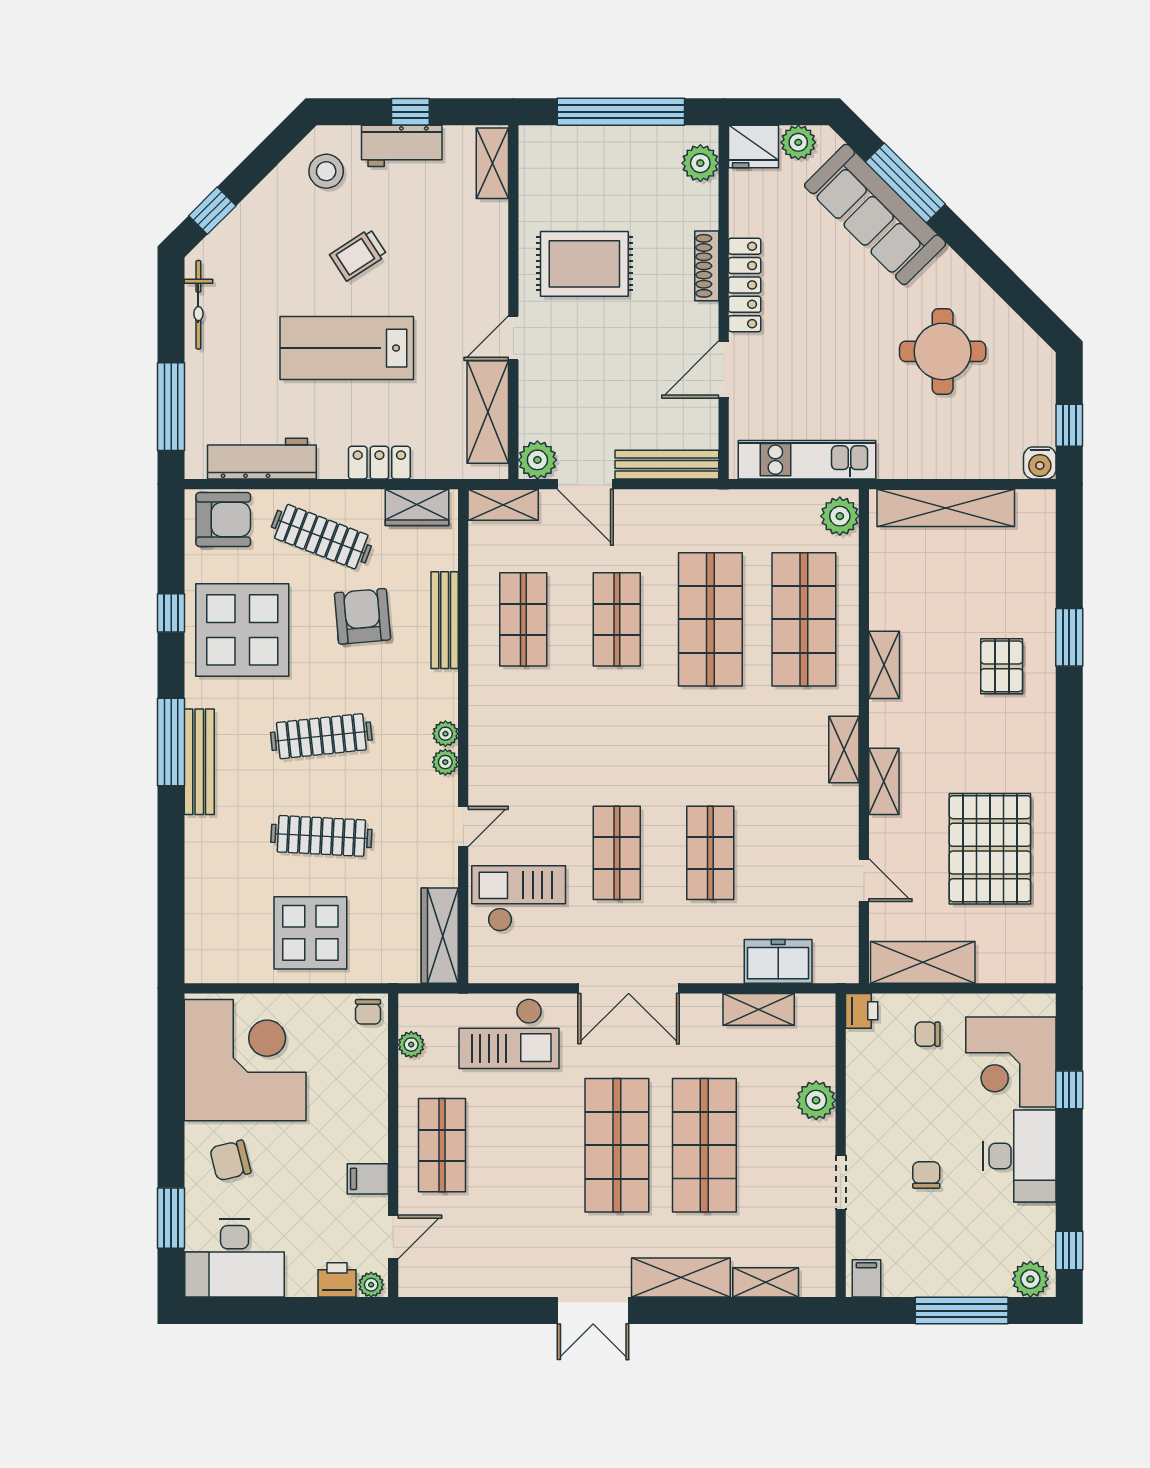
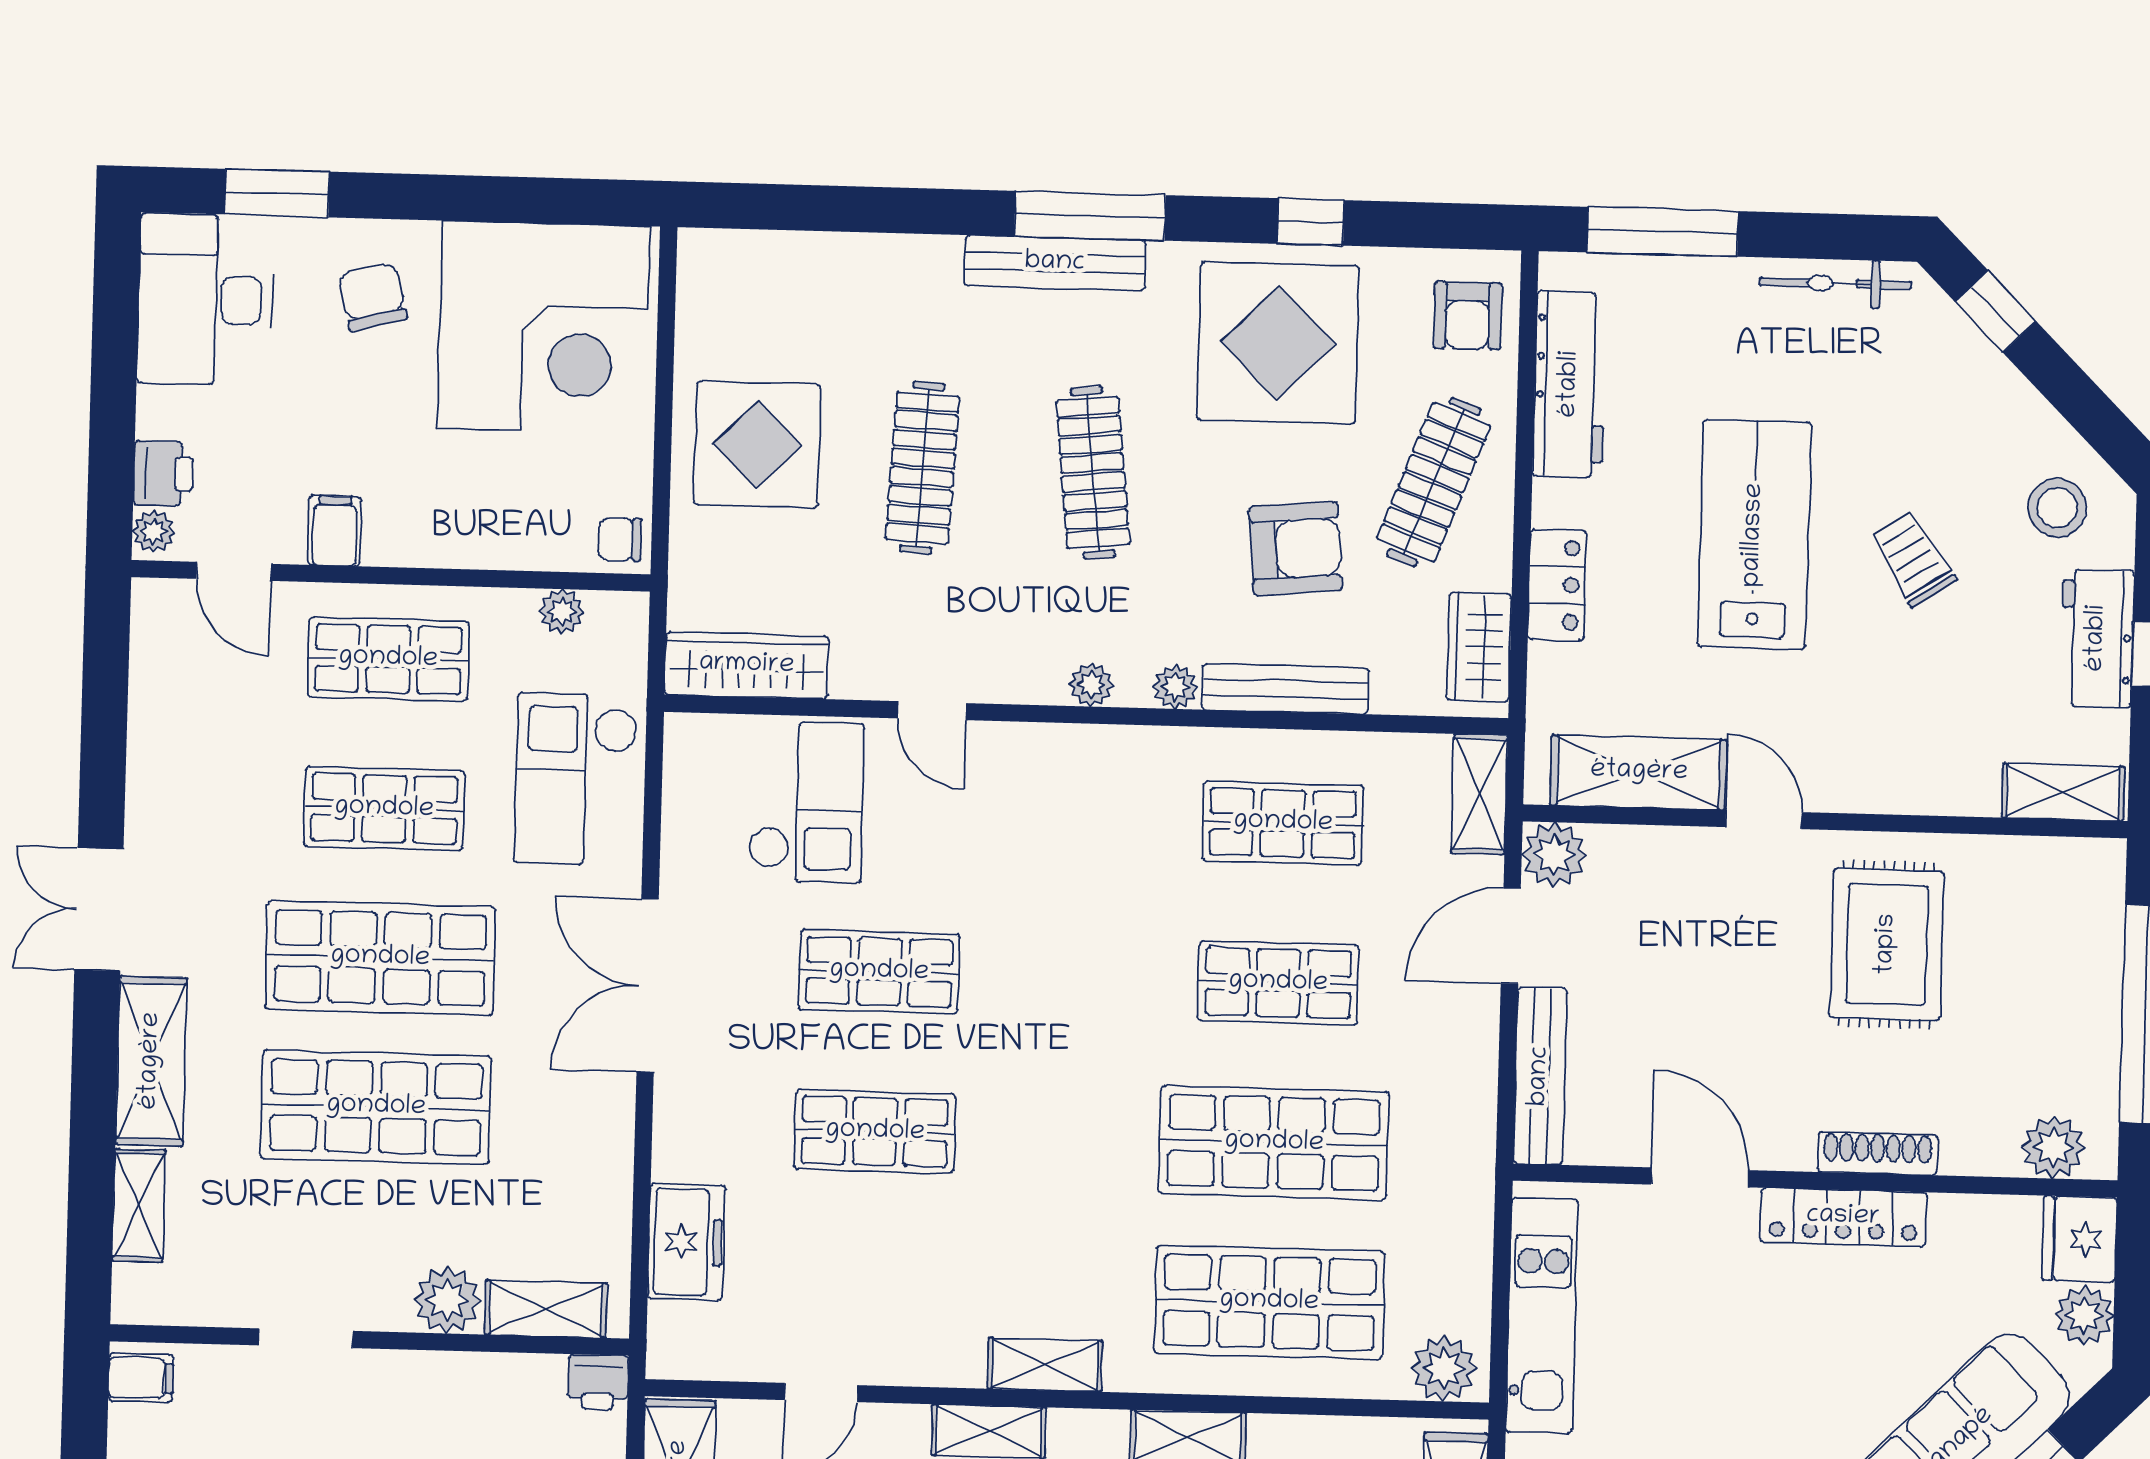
armchair: (223, 520) -> (1468, 315), width x0.72, depth x0.72
plant: (445, 762) -> (1175, 687), moved
shelving: (759, 1009) -> (546, 1309), moved, turned 90
shop shelf: (529, 1145) -> (384, 809), added

